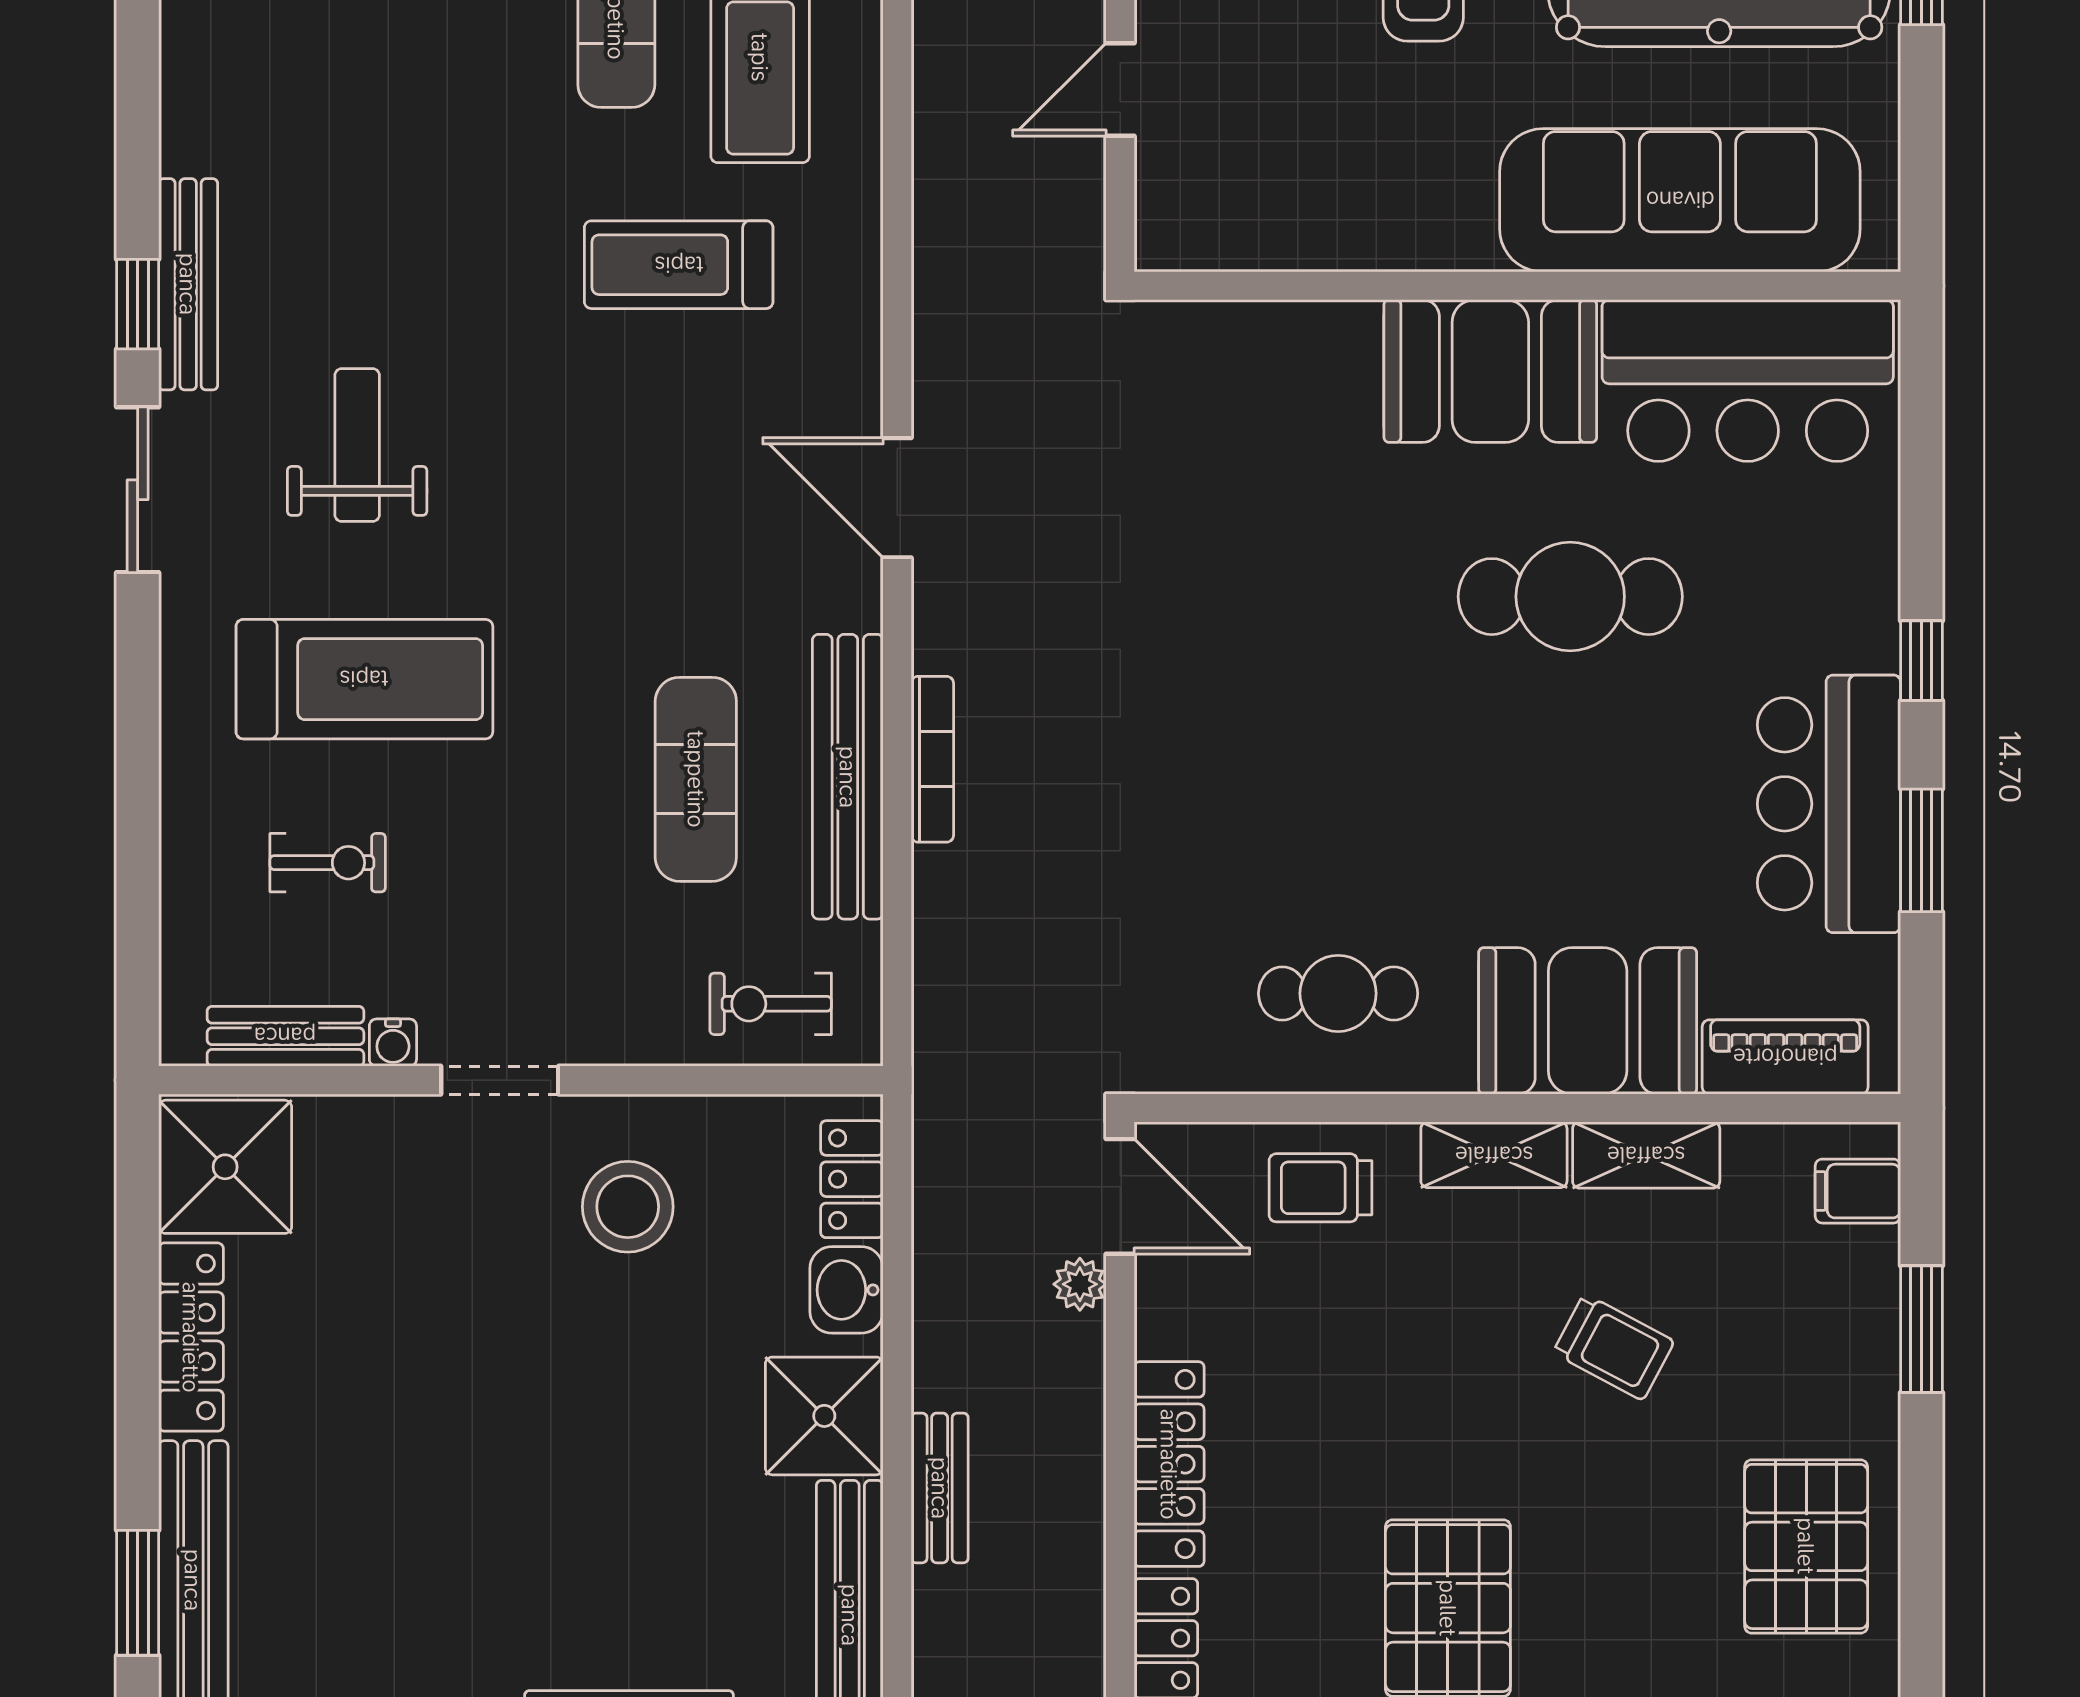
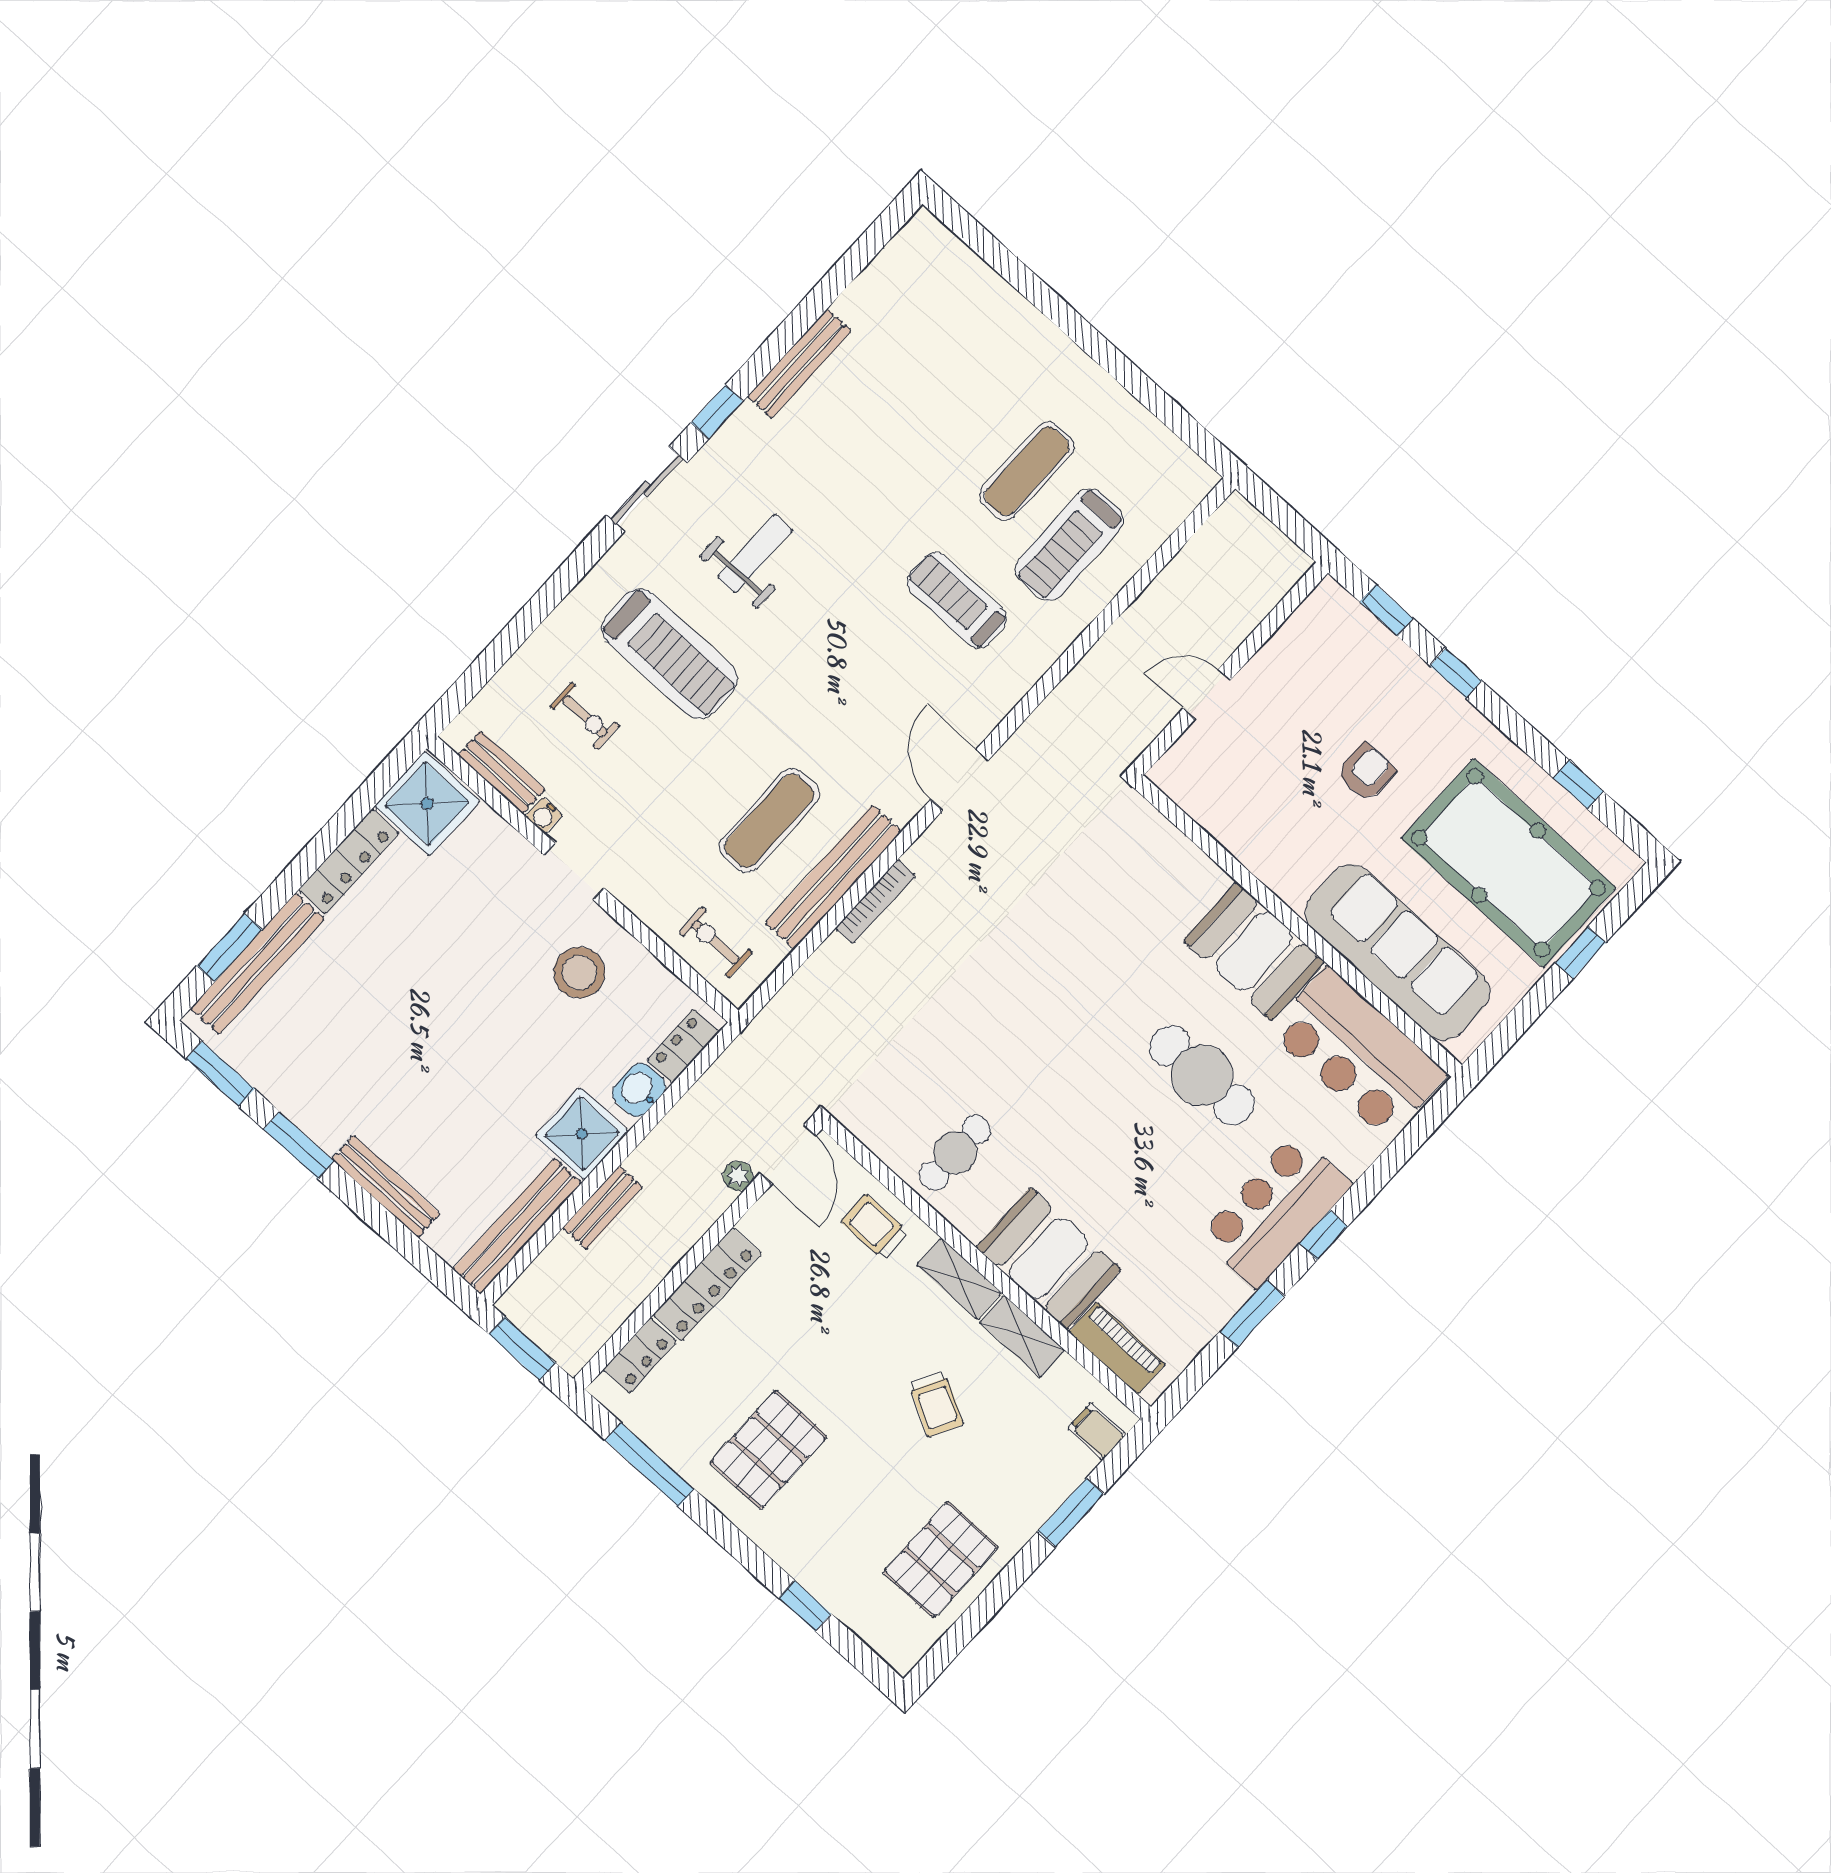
bench: (188, 284) -> (799, 364), moved
bar counter: (1829, 804) -> (1275, 1211), moved
cafe table: (1338, 993) -> (955, 1153), turned 90

